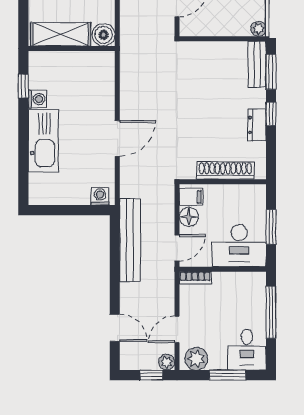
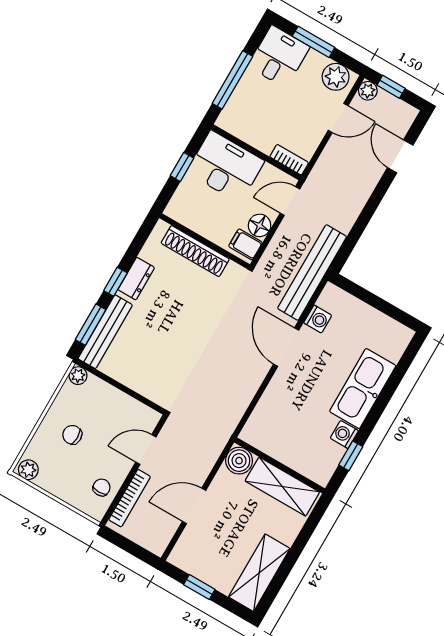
bench: (257, 64) -> (105, 332), width x1.36
door: (117, 139) -> (286, 347), hinge flipped
washing machine: (100, 196) -> (318, 319), moved, turned -90
window: (271, 227) -> (182, 167), width x0.67
bench: (130, 240) -> (312, 272), moved

